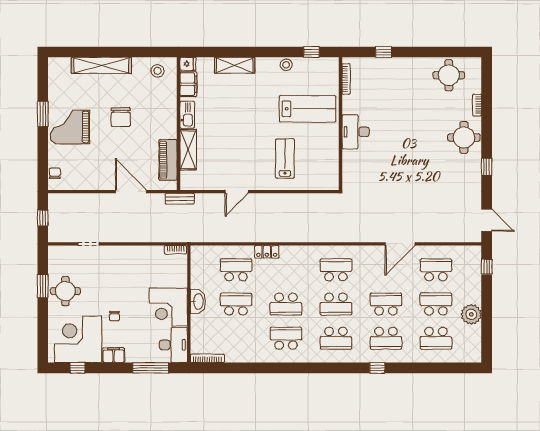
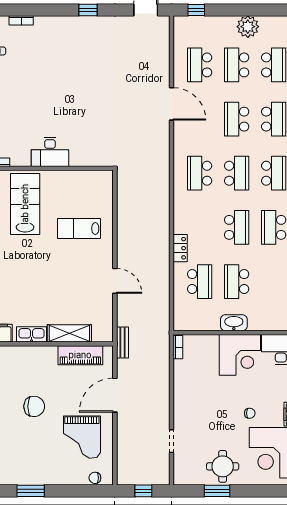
grand piano: (70, 127) -> (82, 437), moved
round table: (464, 138) -> (56, 35), removed
school desk: (236, 270) -> (200, 282), turned 180

